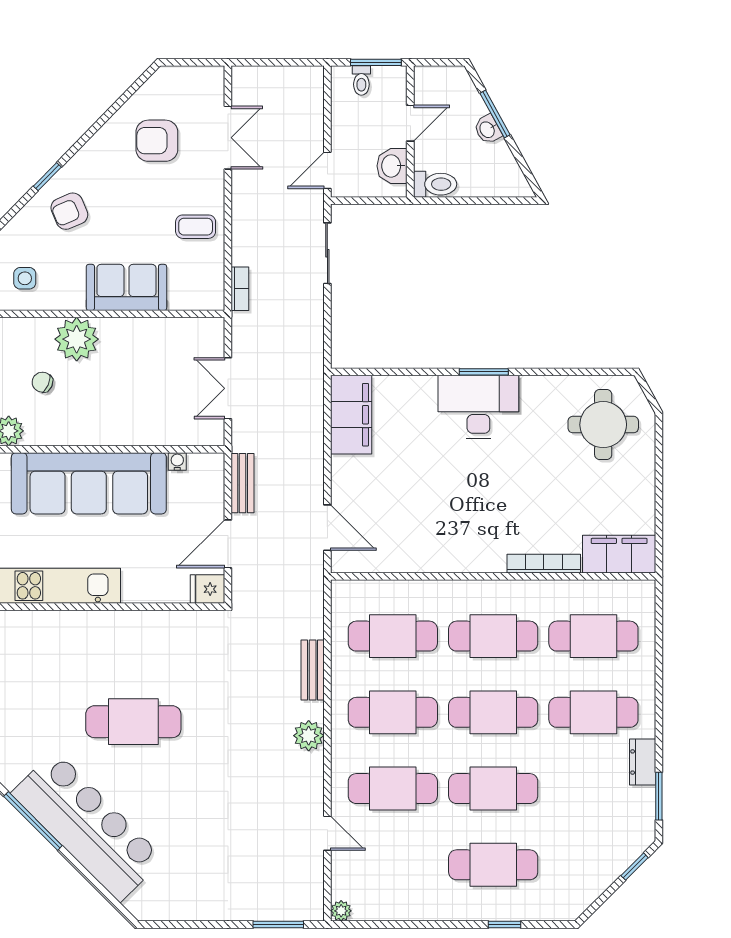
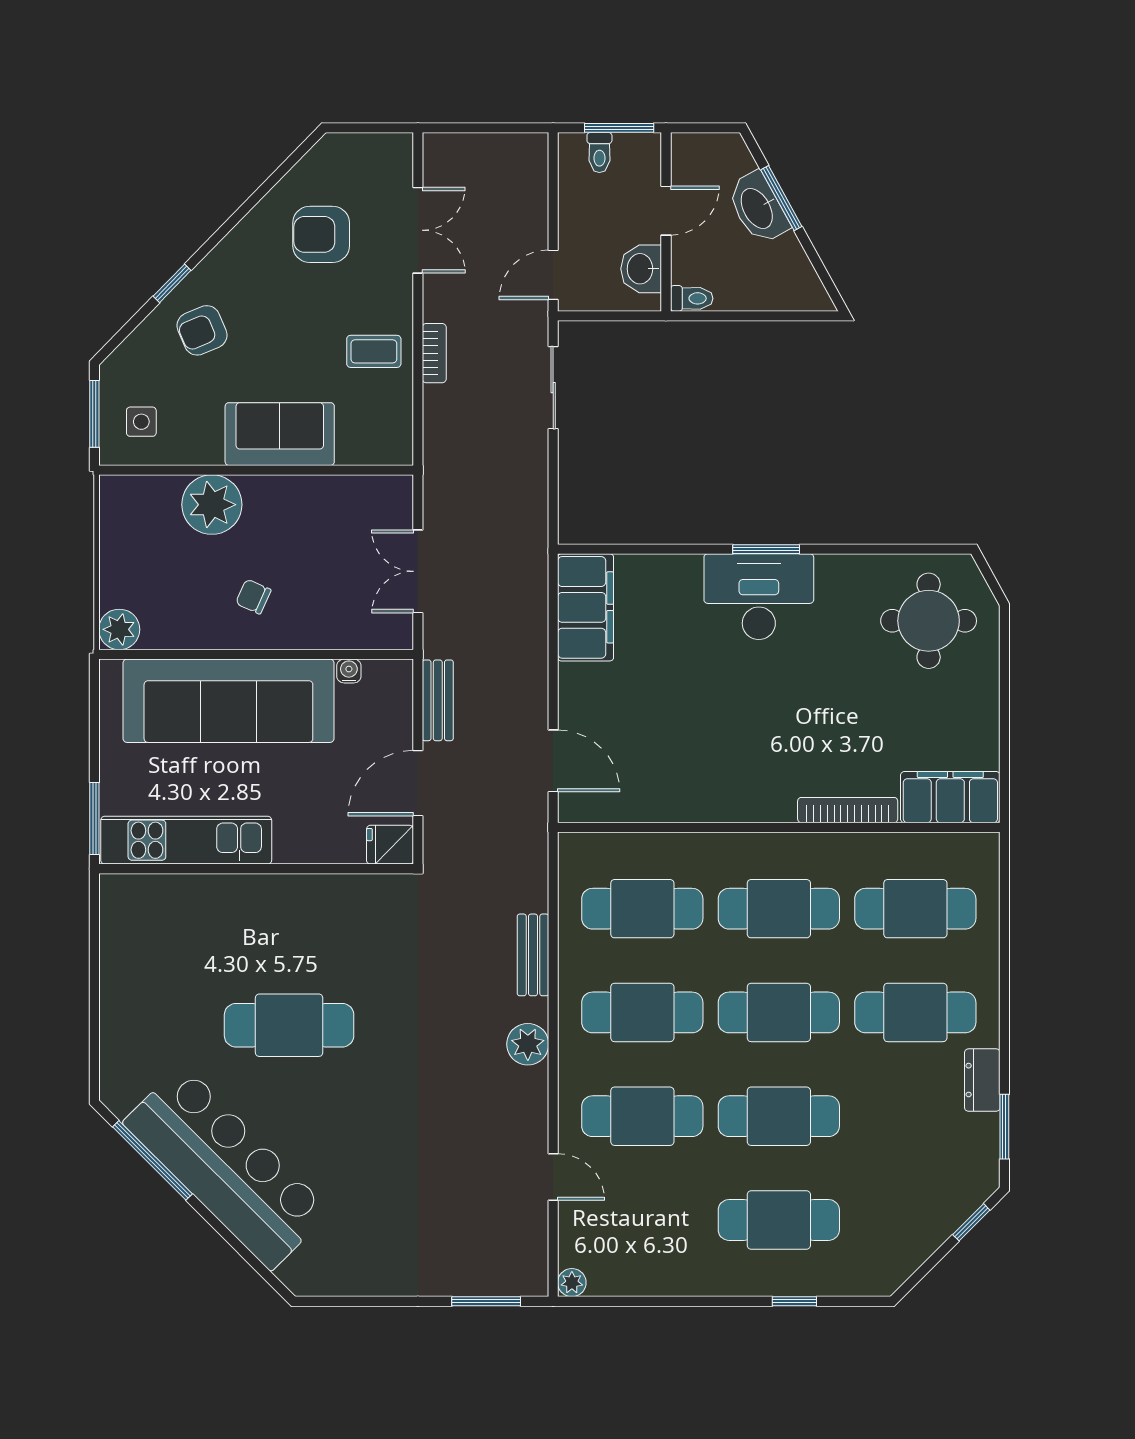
washbasin: (488, 129) -> (758, 208), width x1.91, depth x1.45
toilet: (435, 184) -> (692, 298), width x0.73, depth x0.72
bookcase: (240, 289) -> (434, 353), moved
chair: (42, 382) -> (253, 597), moved

